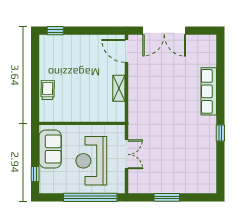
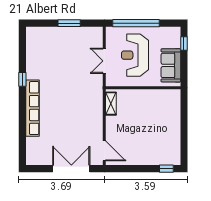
shelving: (119, 88) -> (111, 104), moved
trolley: (48, 90) -> (173, 117), removed
row of seats: (209, 91) -> (33, 108), width x1.36
reception desk: (91, 161) -> (135, 55), turned 180

